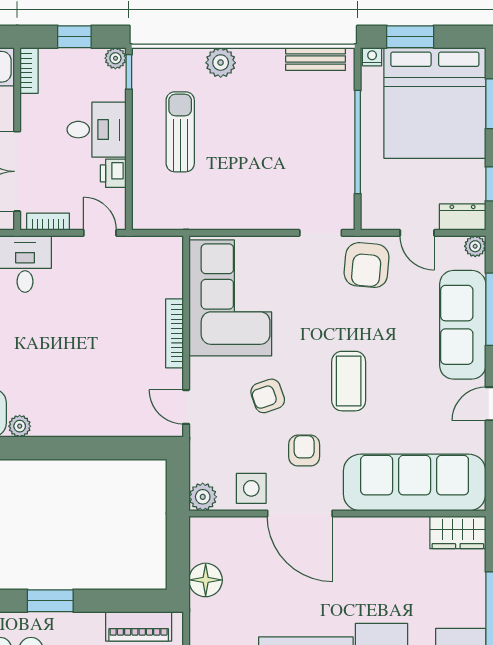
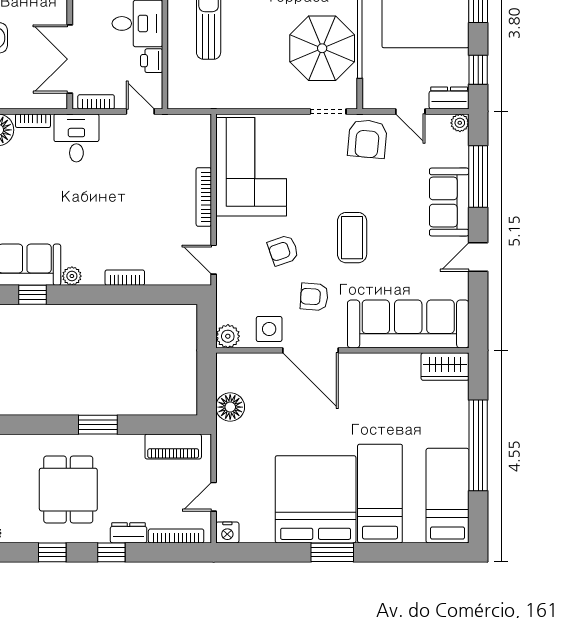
parasol: (314, 159) -> (322, 48), added
sofa: (463, 325) -> (449, 202), width x0.73
bookcase: (82, 428) -> (125, 278), added
armchair: (304, 451) -> (314, 297), turned -86

